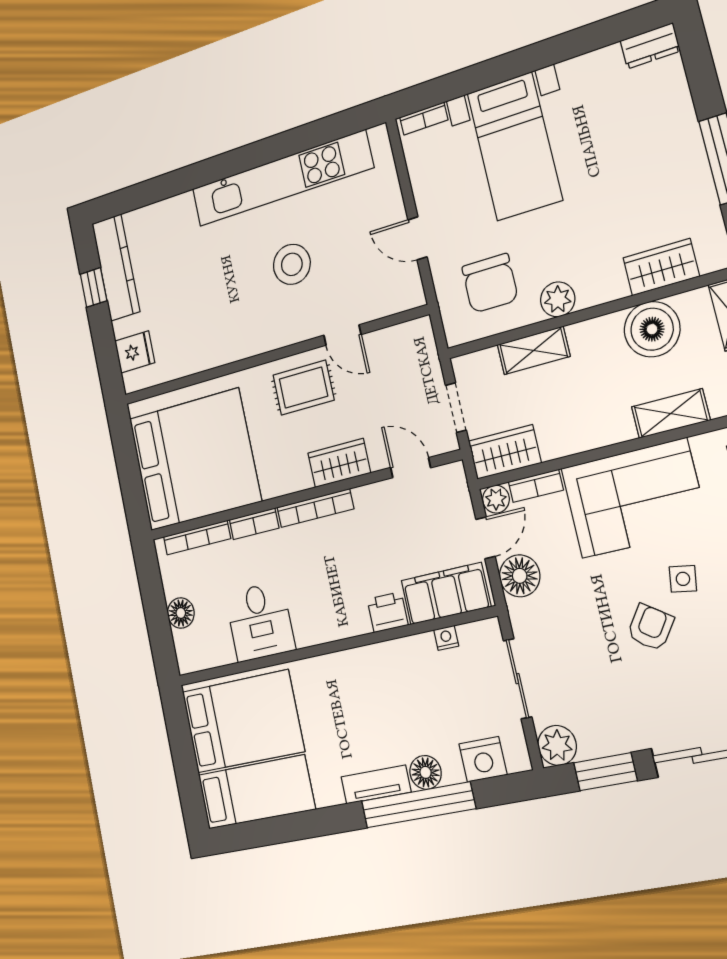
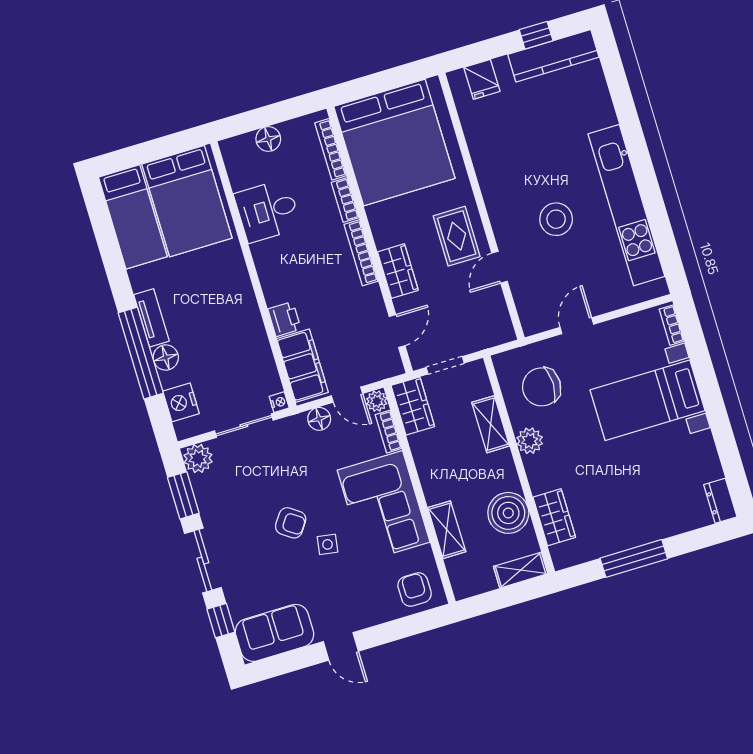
floor lamp: (520, 576) -> (319, 419), width x0.73, depth x0.73
nightstand: (446, 638) -> (279, 402), moved

